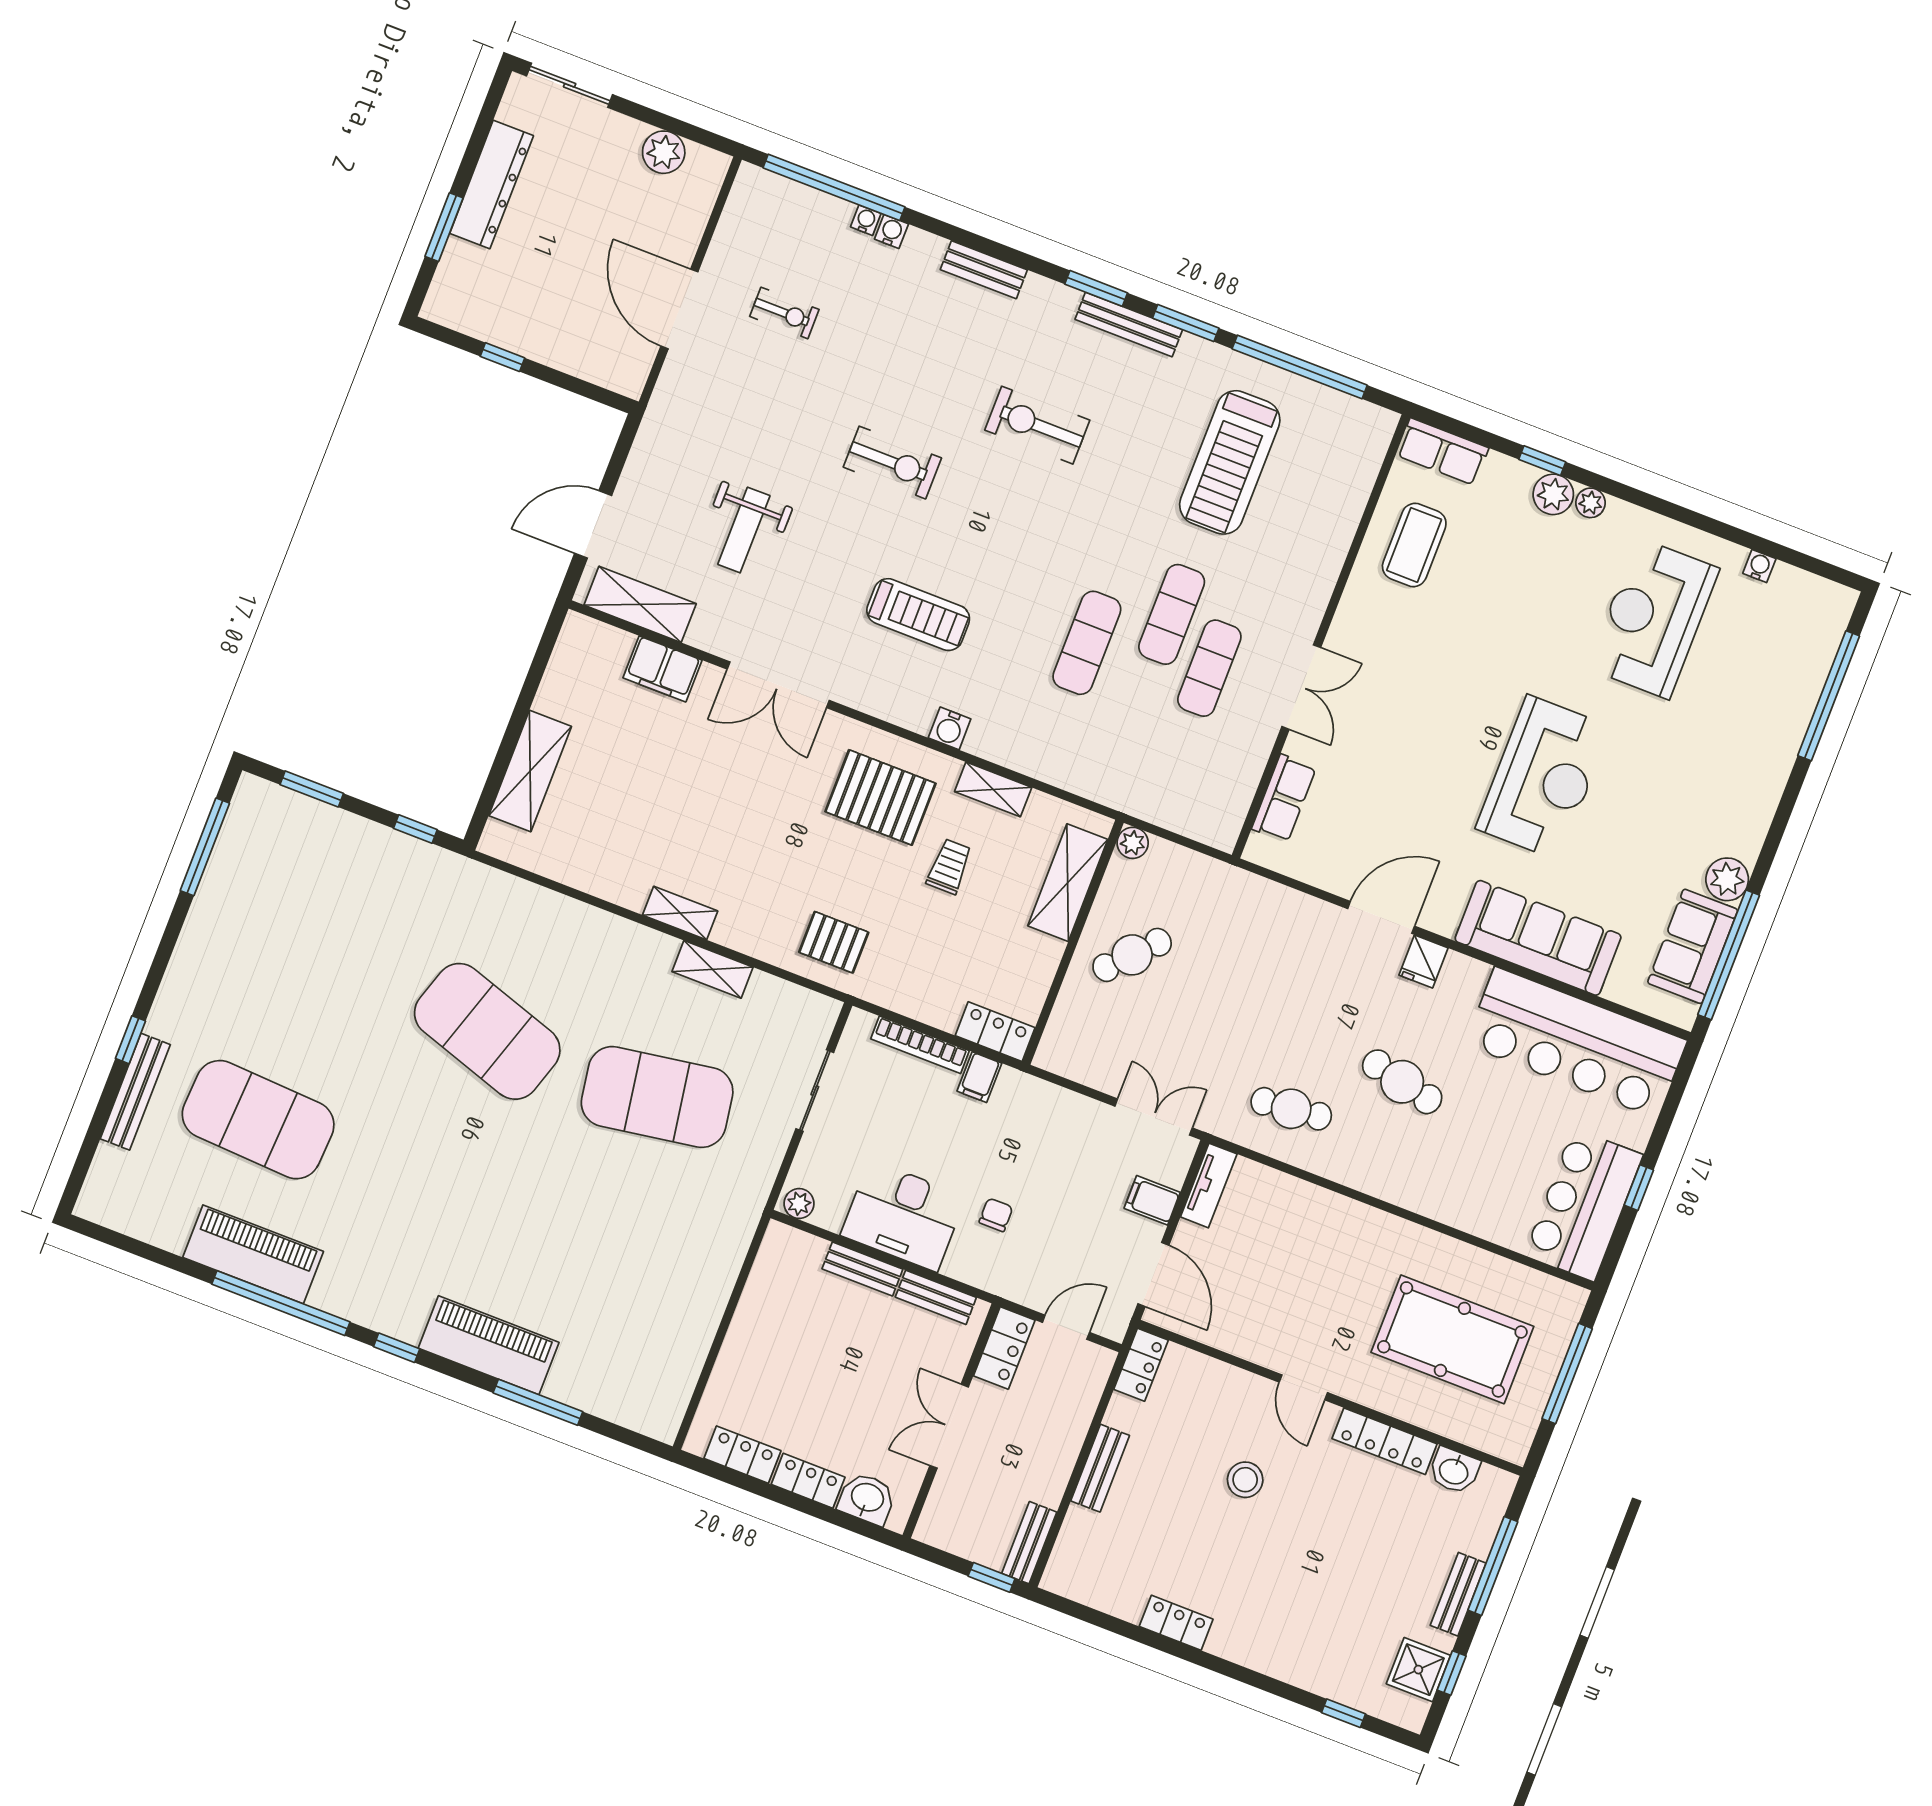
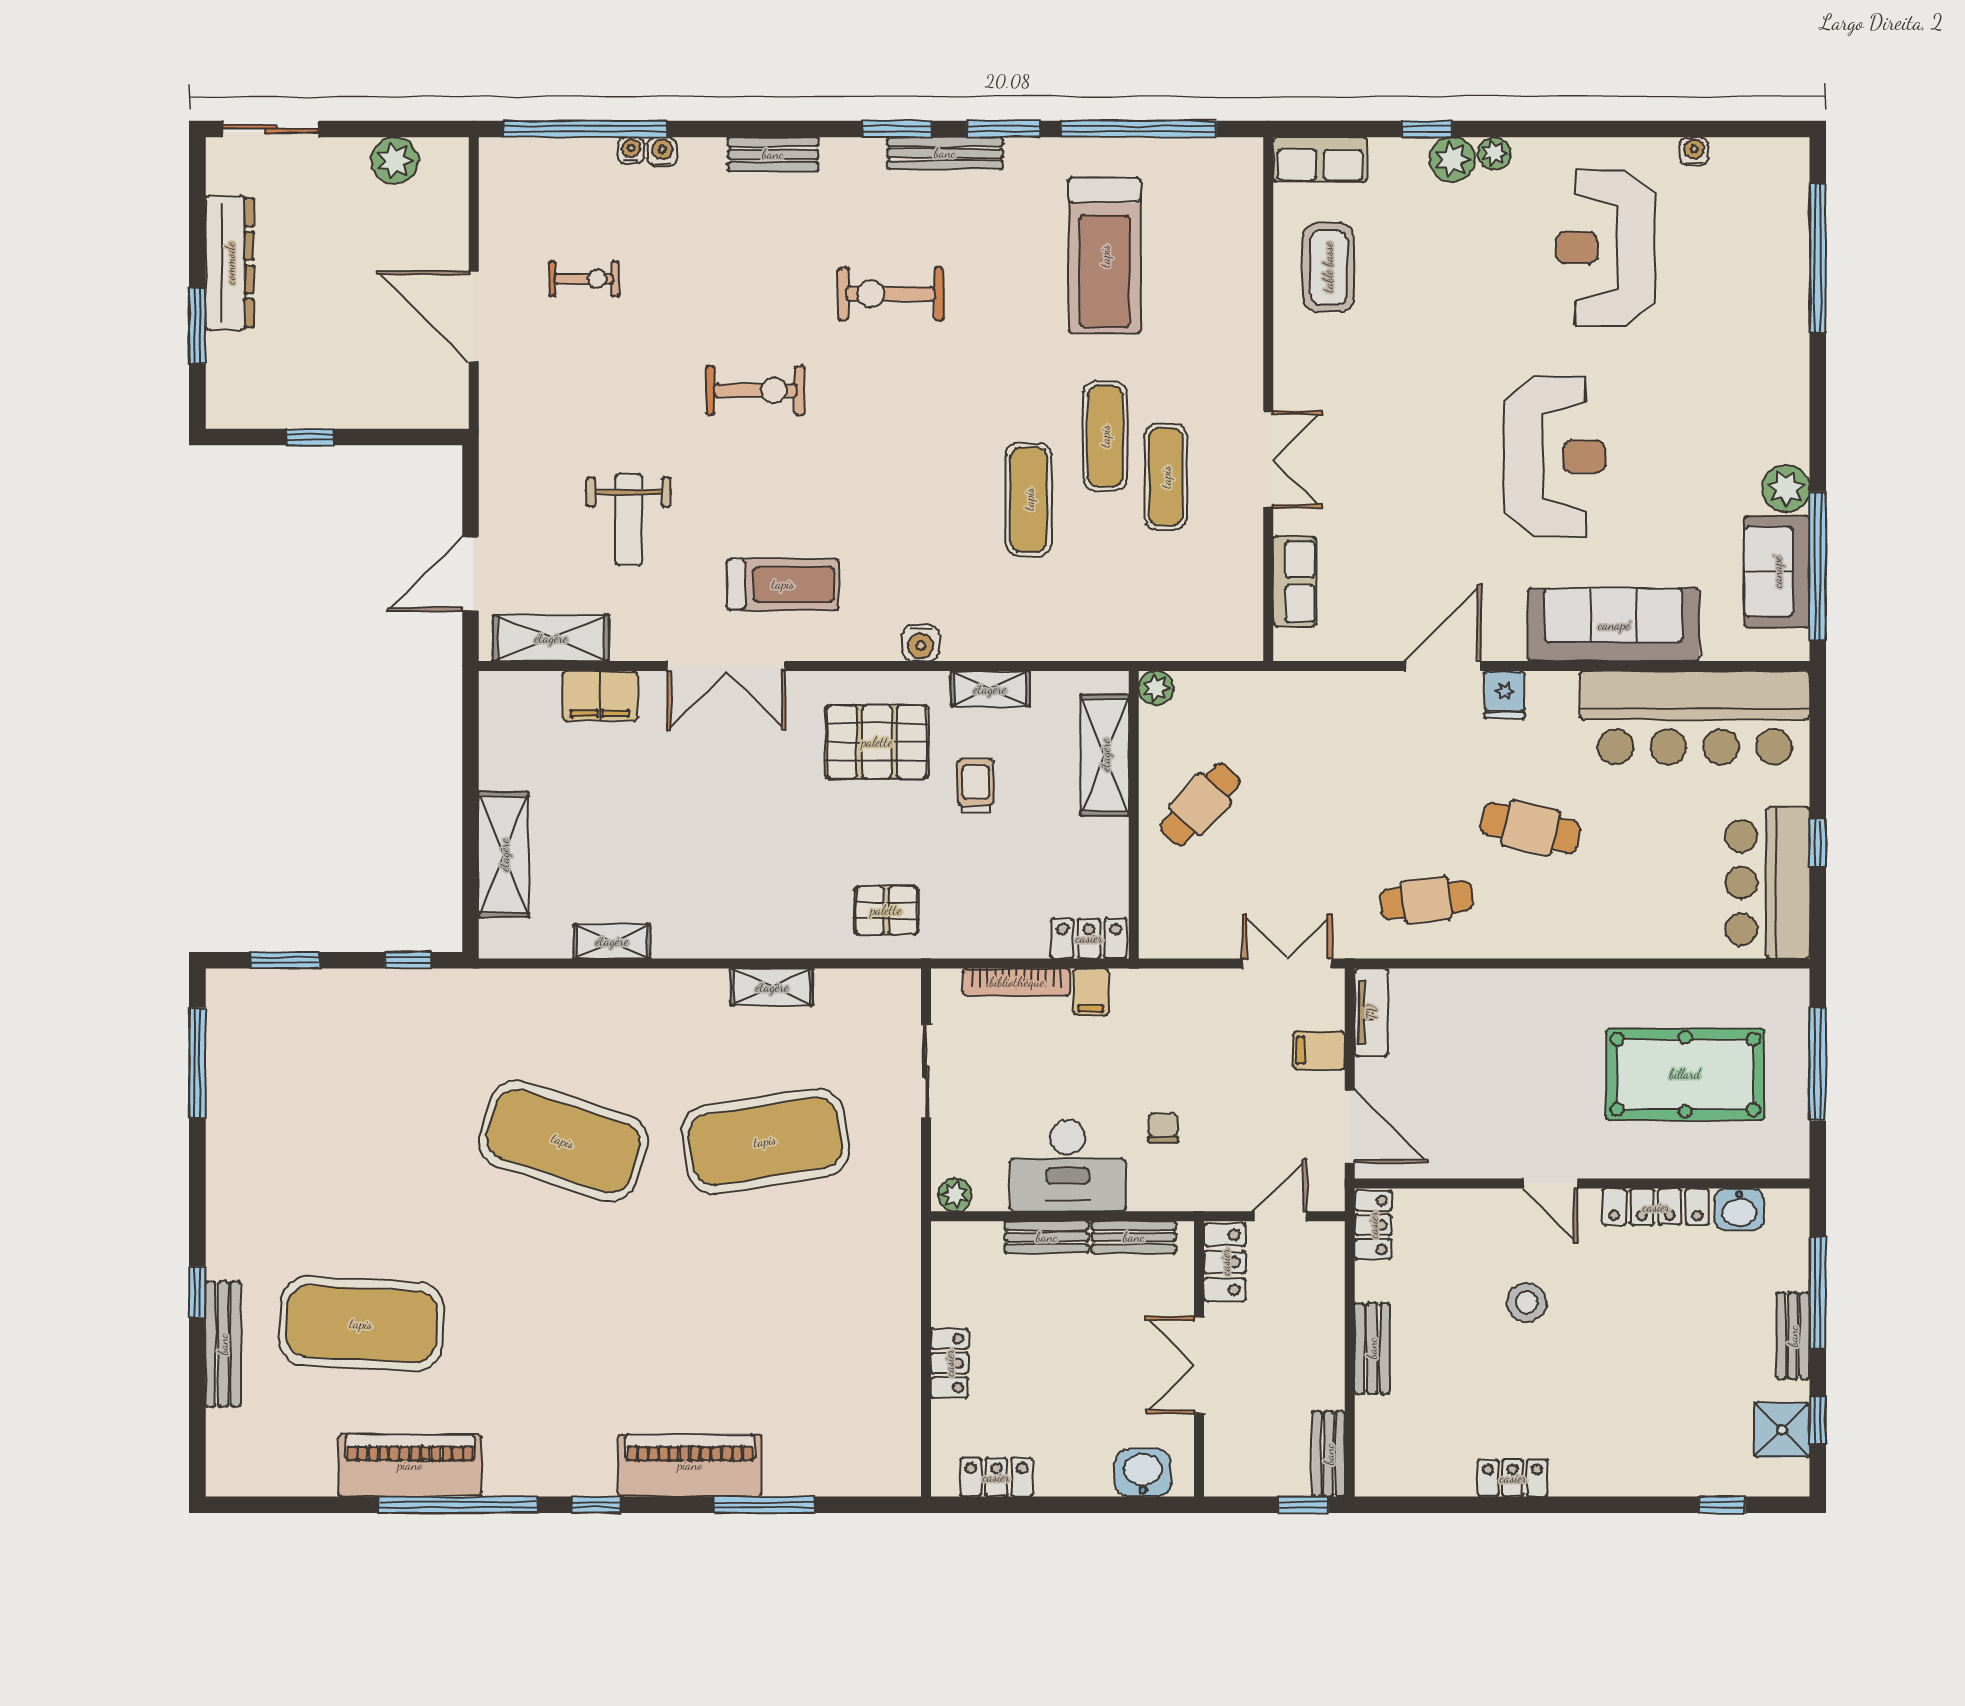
treadmill: (918, 615) -> (783, 584), moved
shelving: (680, 913) -> (612, 941), moved
locker: (808, 1481) -> (949, 1363), moved, turned 90

